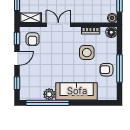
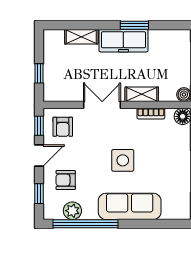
shelving: (30, 18) -> (142, 94), moved
side table: (87, 53) -> (123, 160), moved
armchair: (106, 70) -> (66, 180), moved
plant: (49, 94) -> (72, 211), moved

